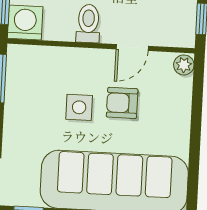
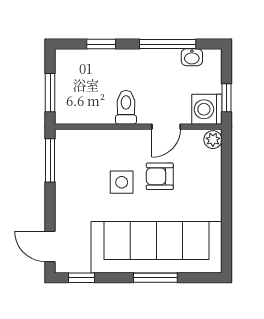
washing machine: (25, 23) -> (207, 109), moved, turned -90

